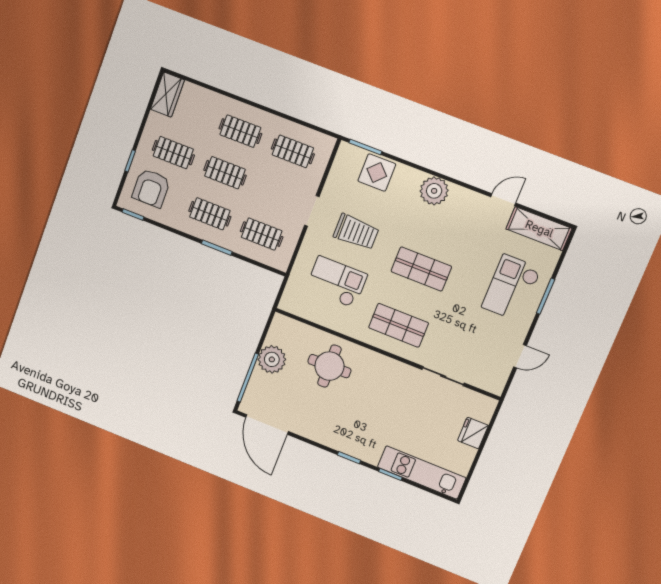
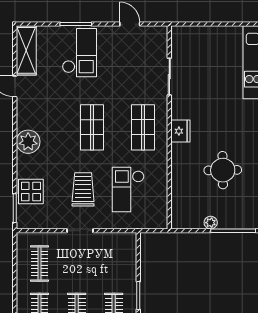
clothes rail: (262, 234) -> (114, 263), removed
checkout: (511, 288) -> (79, 53), turned -90
plant: (272, 359) -> (211, 223), width x0.53, depth x0.53
round table: (329, 366) -> (223, 170), moved
fridge: (473, 433) -> (180, 131), moved, turned -90

